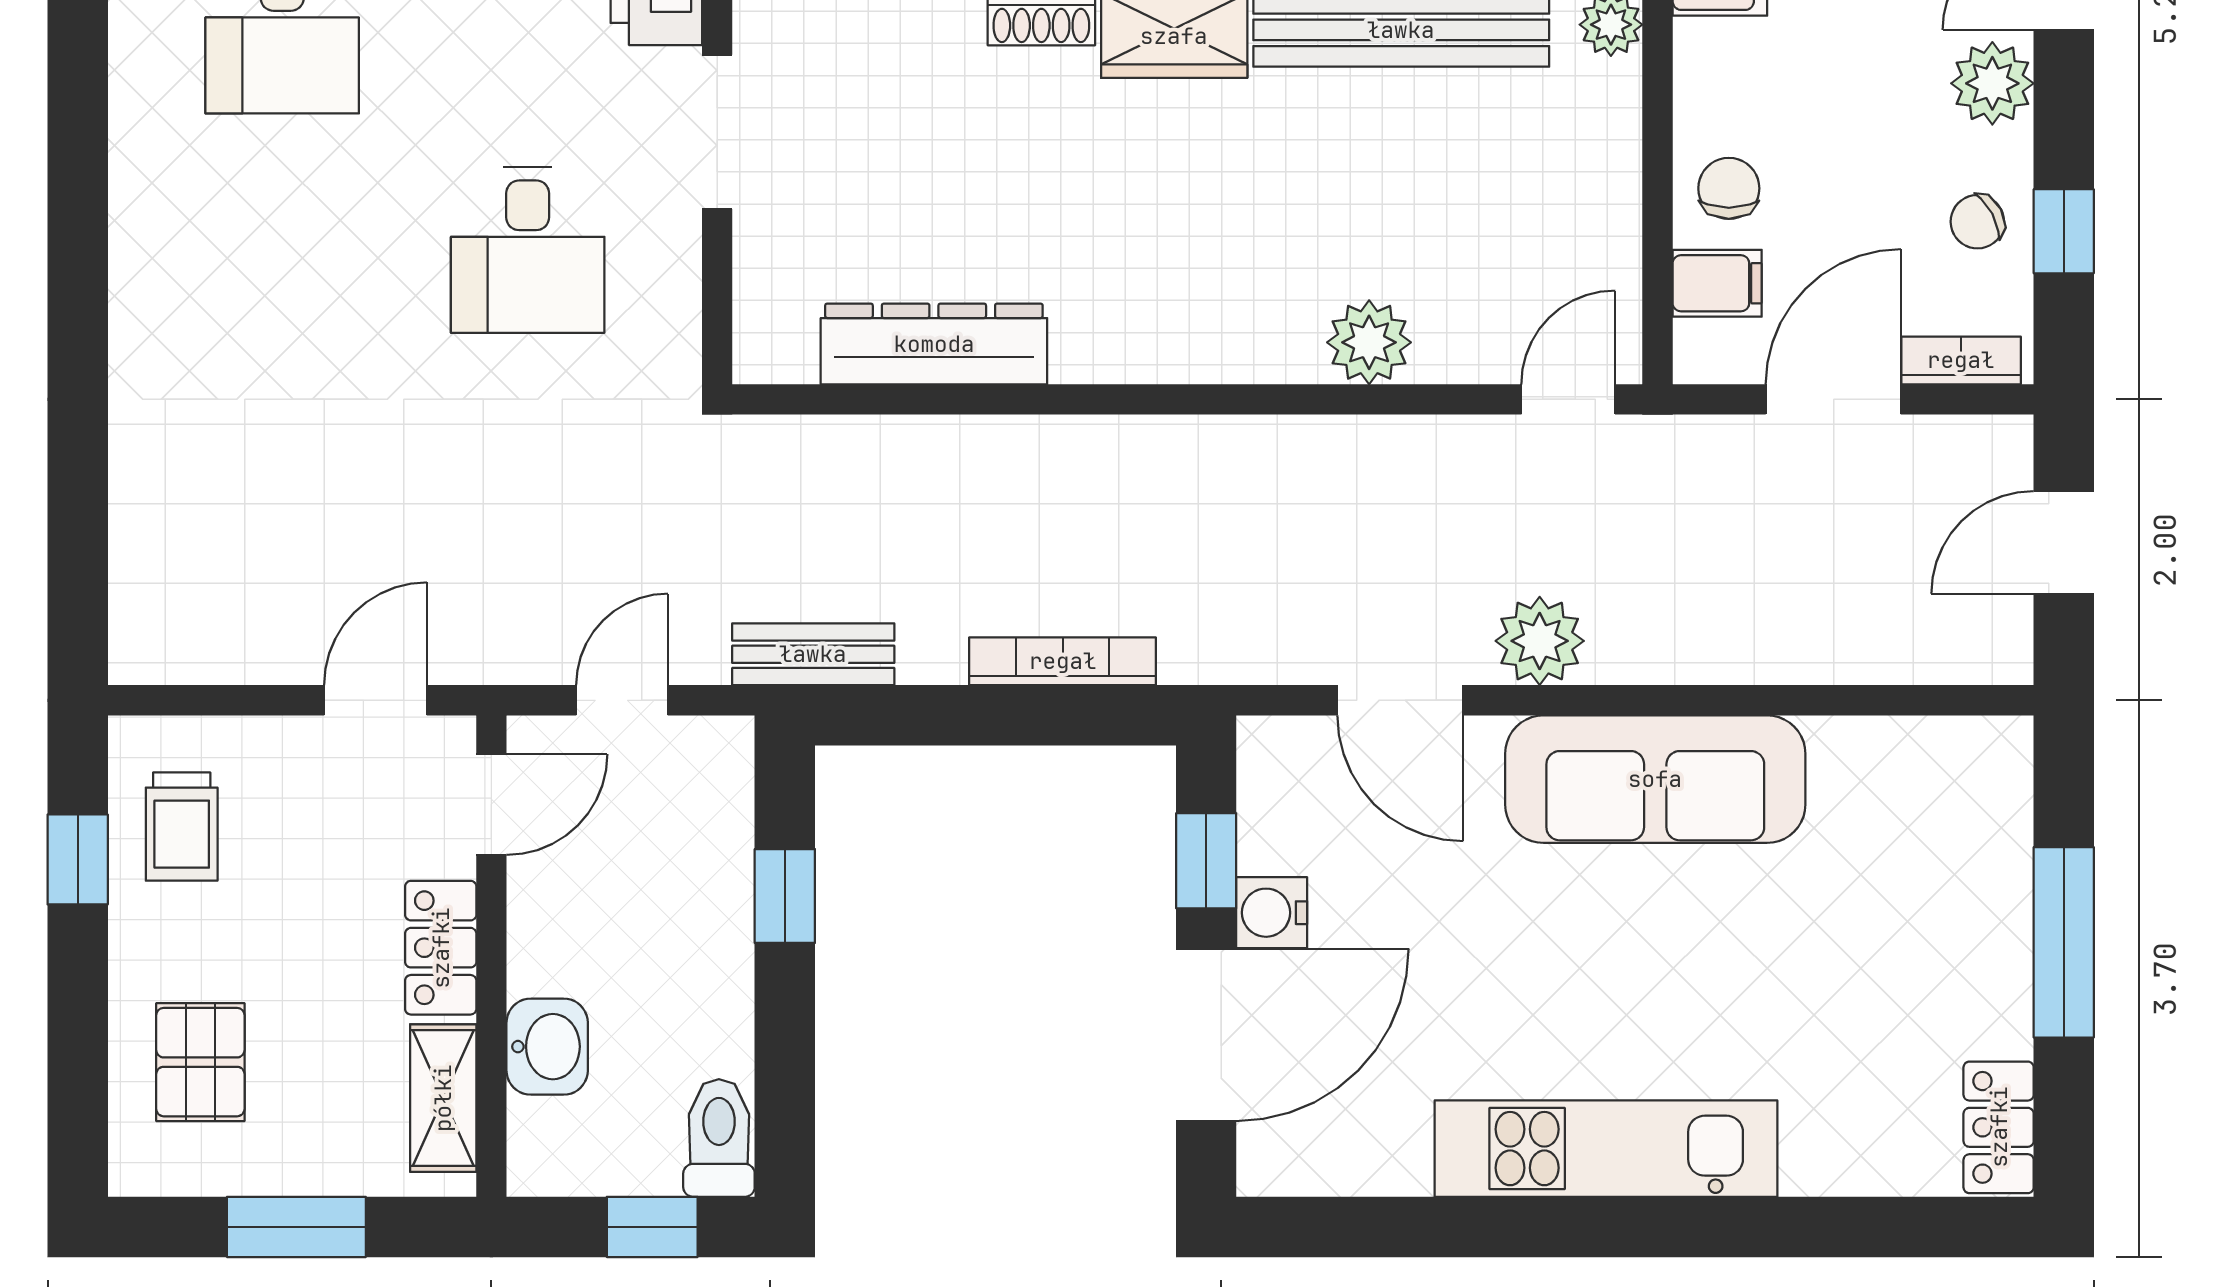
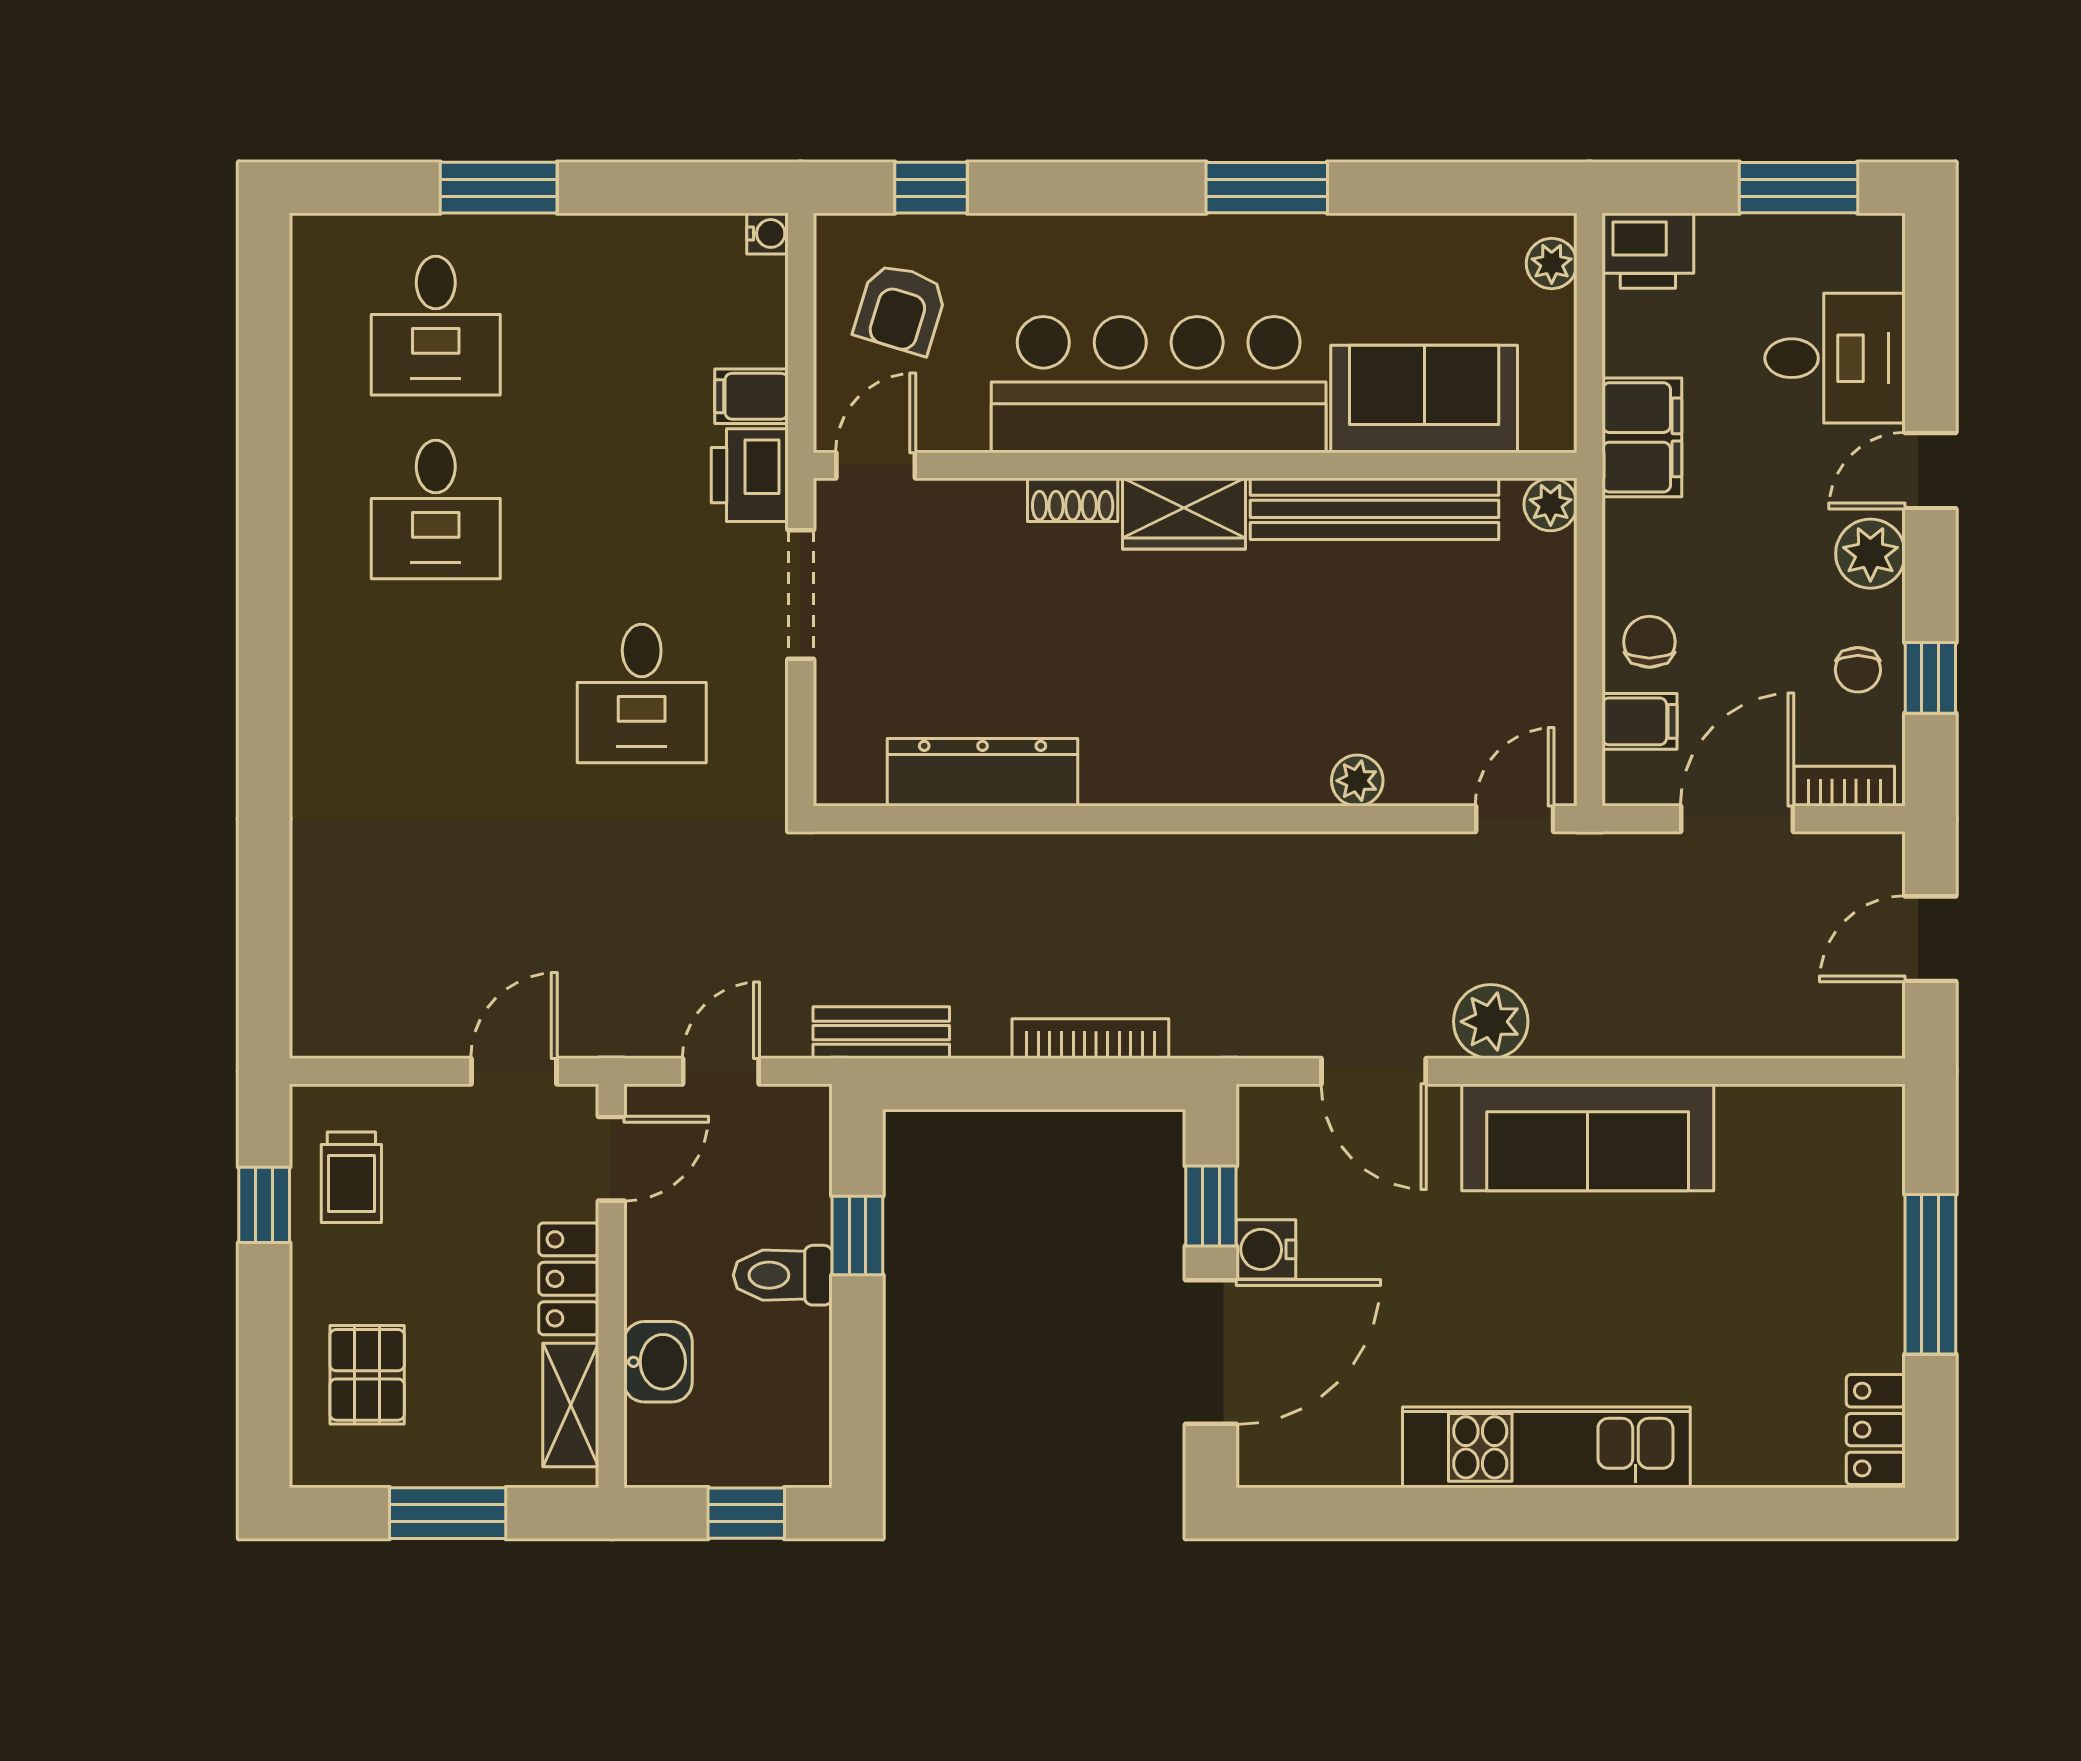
chair: (1977, 222) -> (1858, 670), turned -62
plant: (1369, 342) -> (1357, 781), width x0.73, depth x0.73
toilet: (719, 1138) -> (783, 1275), moved, turned -90

